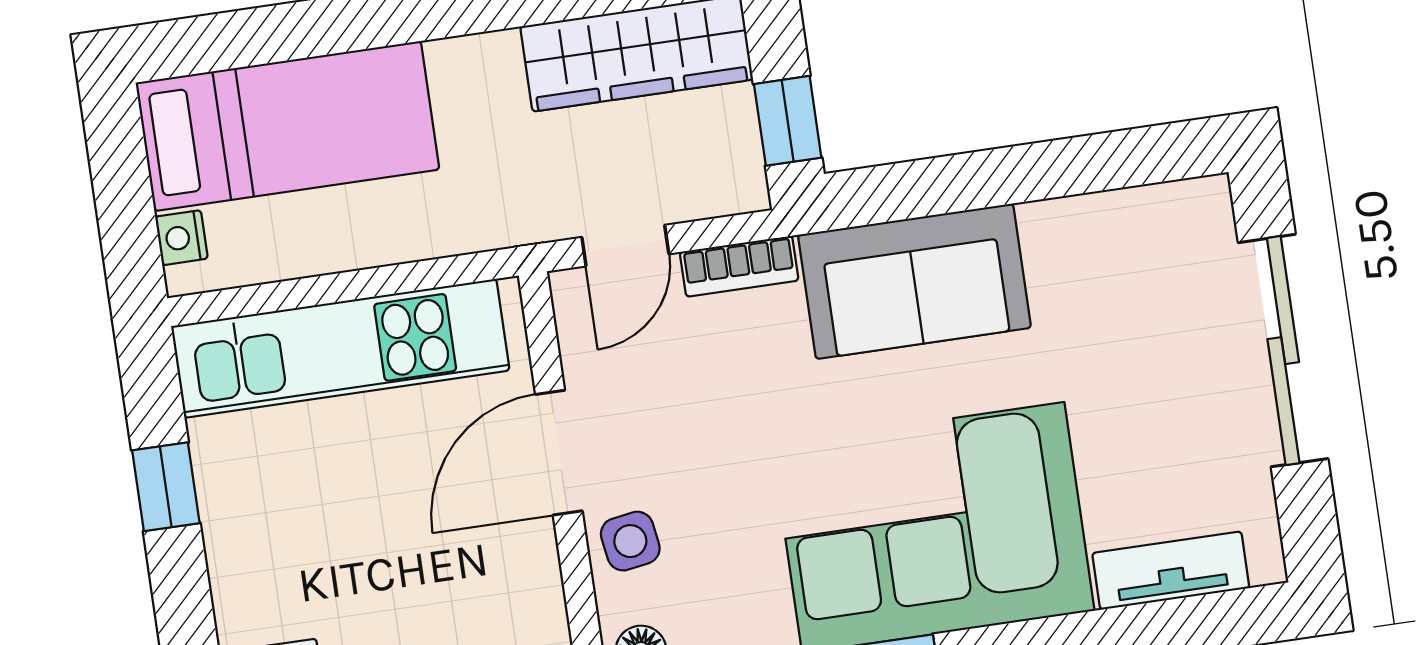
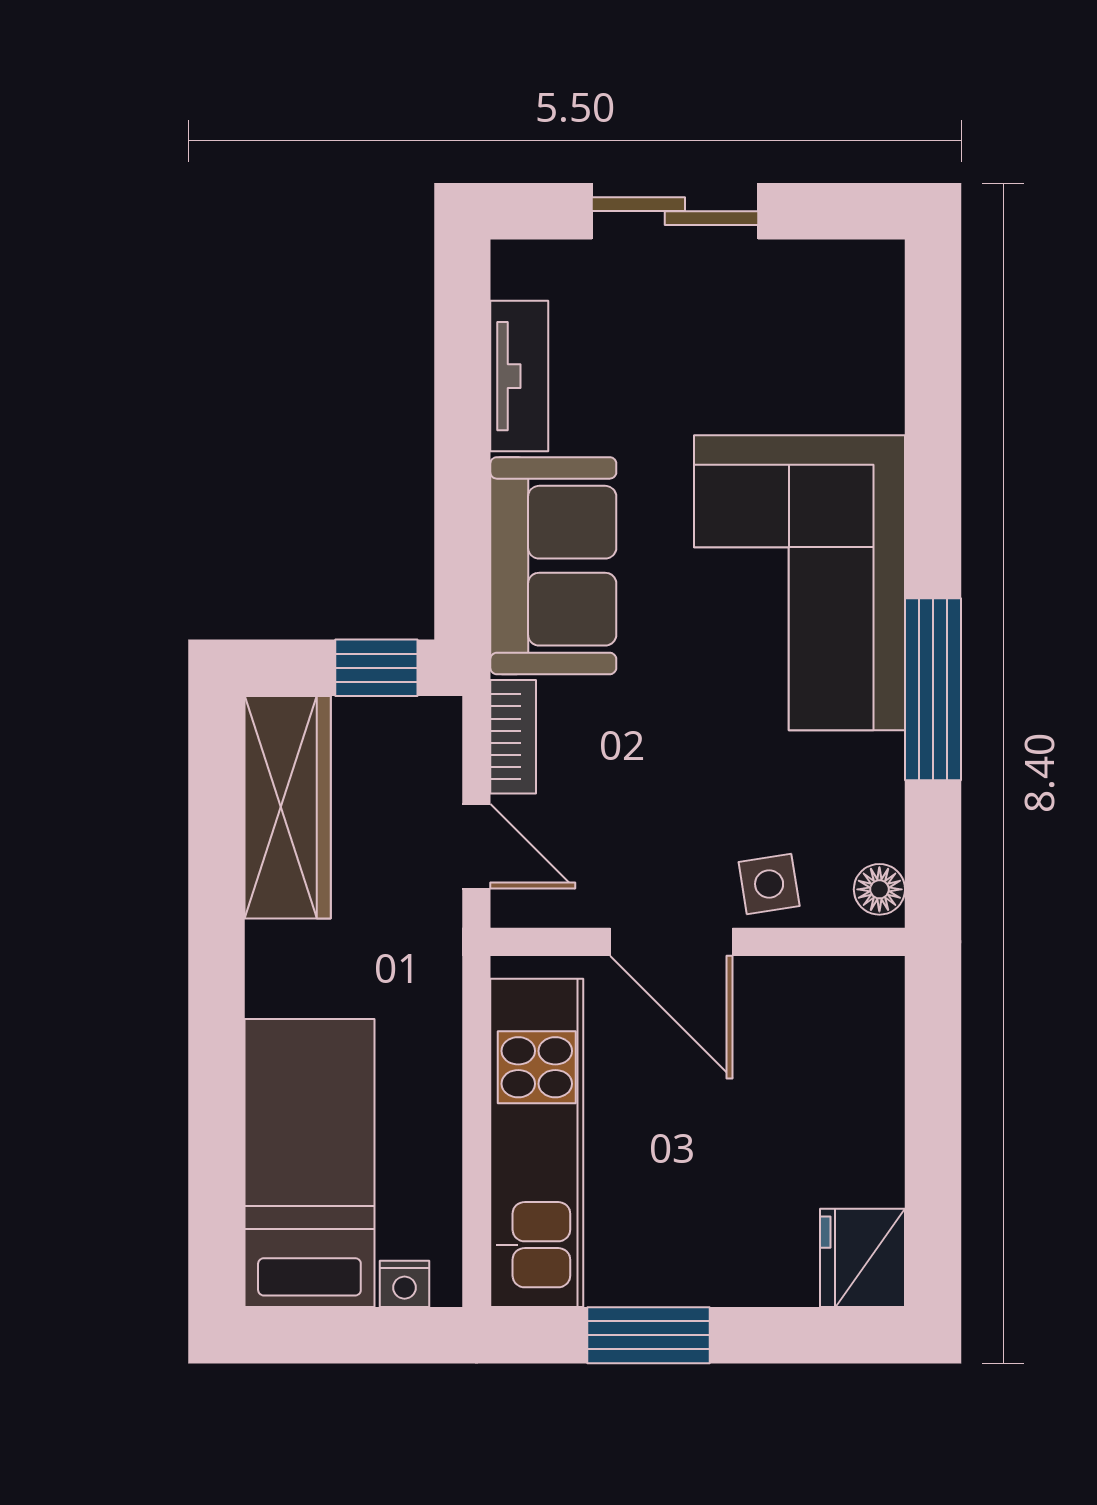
sliding door: (1283, 351) -> (675, 211), width x0.73
window: (166, 487) -> (648, 1335), width x1.50
tv unit: (1171, 571) -> (519, 376), moved, turned 180

